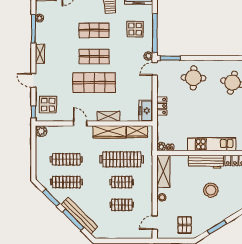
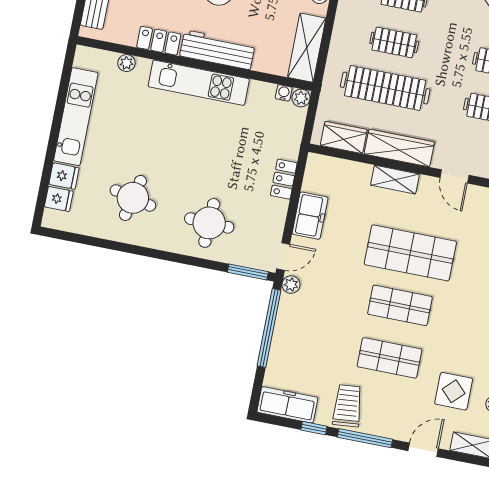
display table: (135, 29) -> (454, 391), moved
freezer: (146, 111) -> (310, 216), moved

